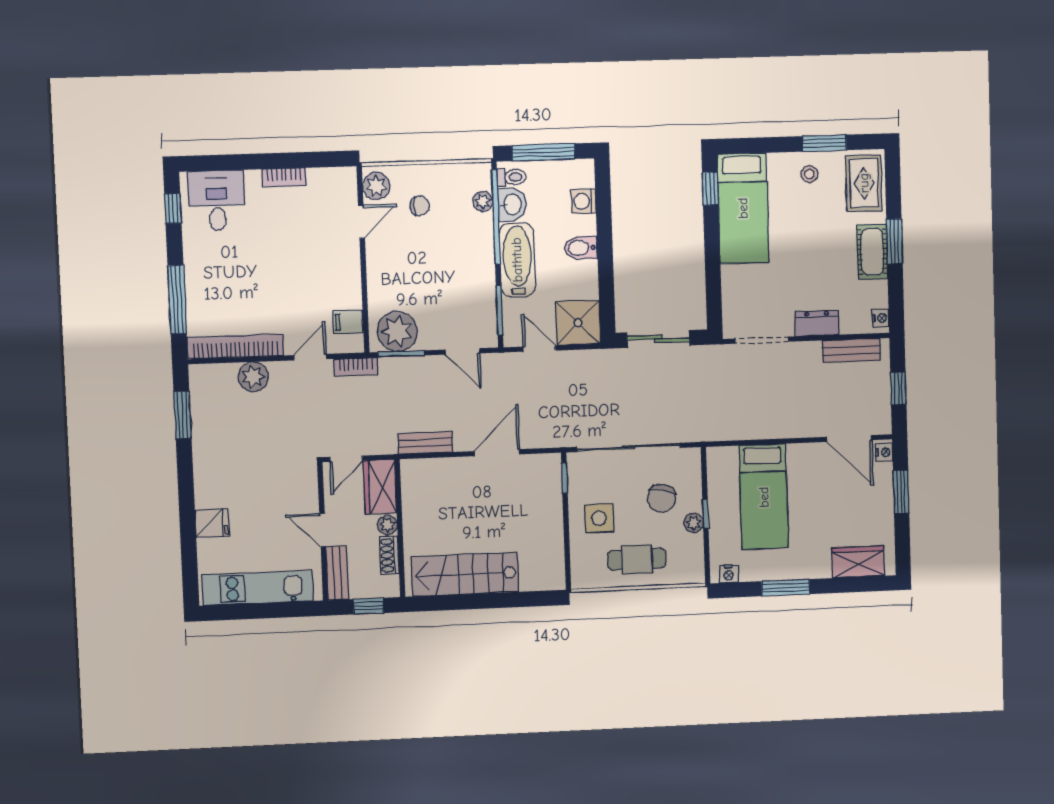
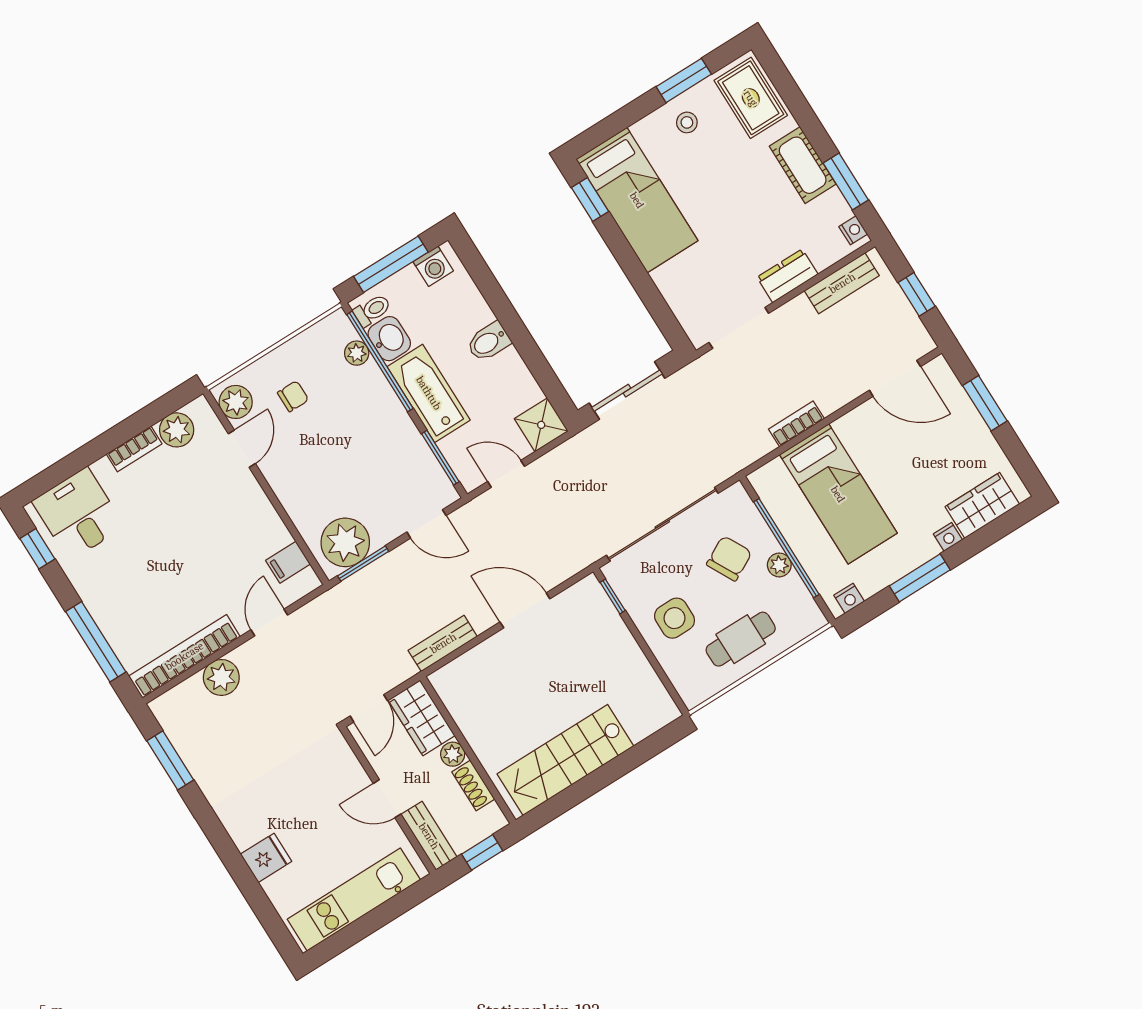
plant: (322, 181) -> (177, 430), added
washing machine: (584, 201) -> (433, 266), moved, turned -90
window: (894, 241) -> (846, 182), moved
shower: (578, 323) -> (541, 425), width x0.73, depth x0.73
bookcase: (356, 367) -> (796, 424), moved, turned 180
nightstand: (884, 452) -> (948, 537), moved, turned 90
door: (497, 453) -> (525, 610), hinge flipped
chair: (661, 498) -> (729, 558), turned -130
window: (705, 514) -> (786, 548), width x3.17

